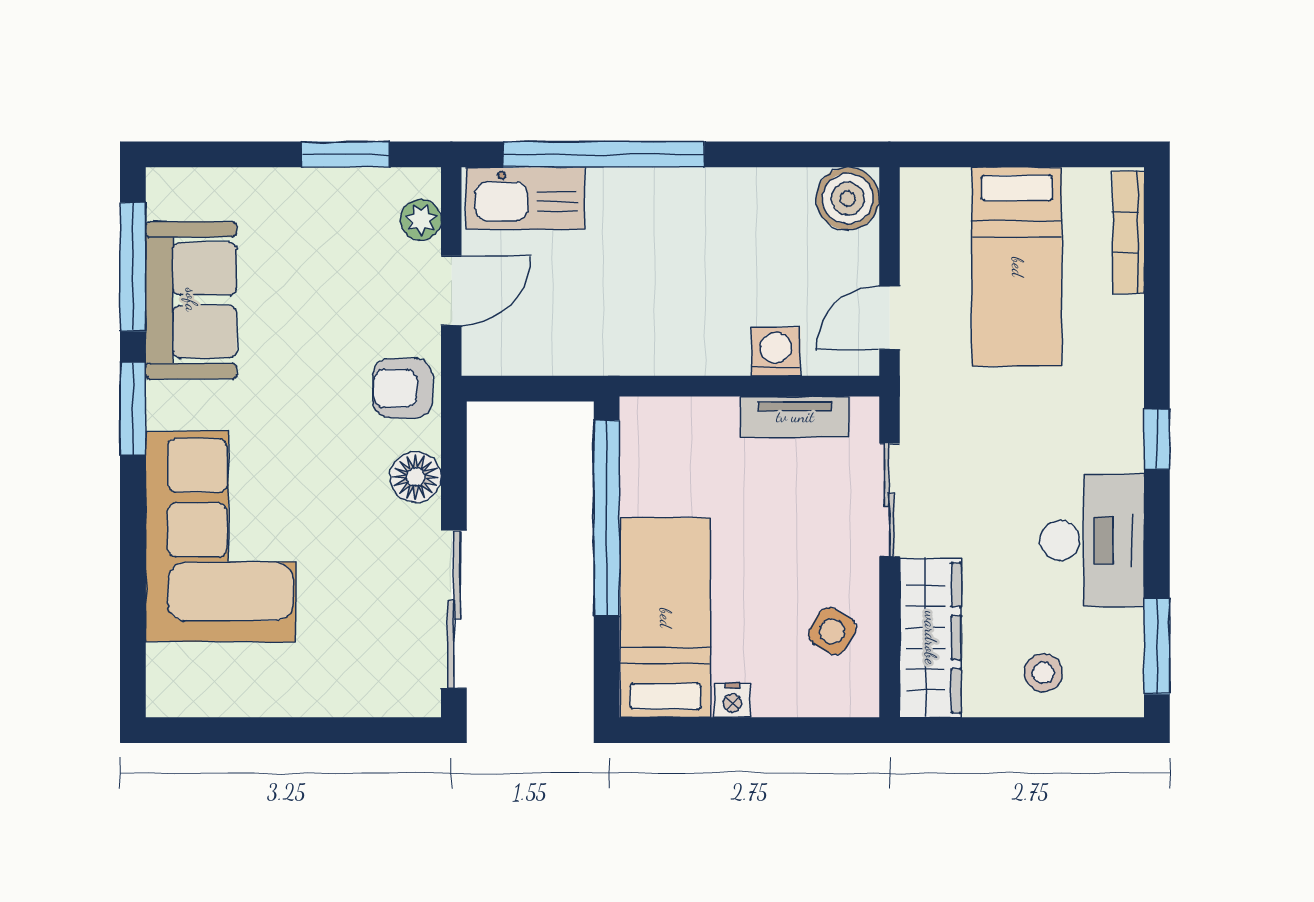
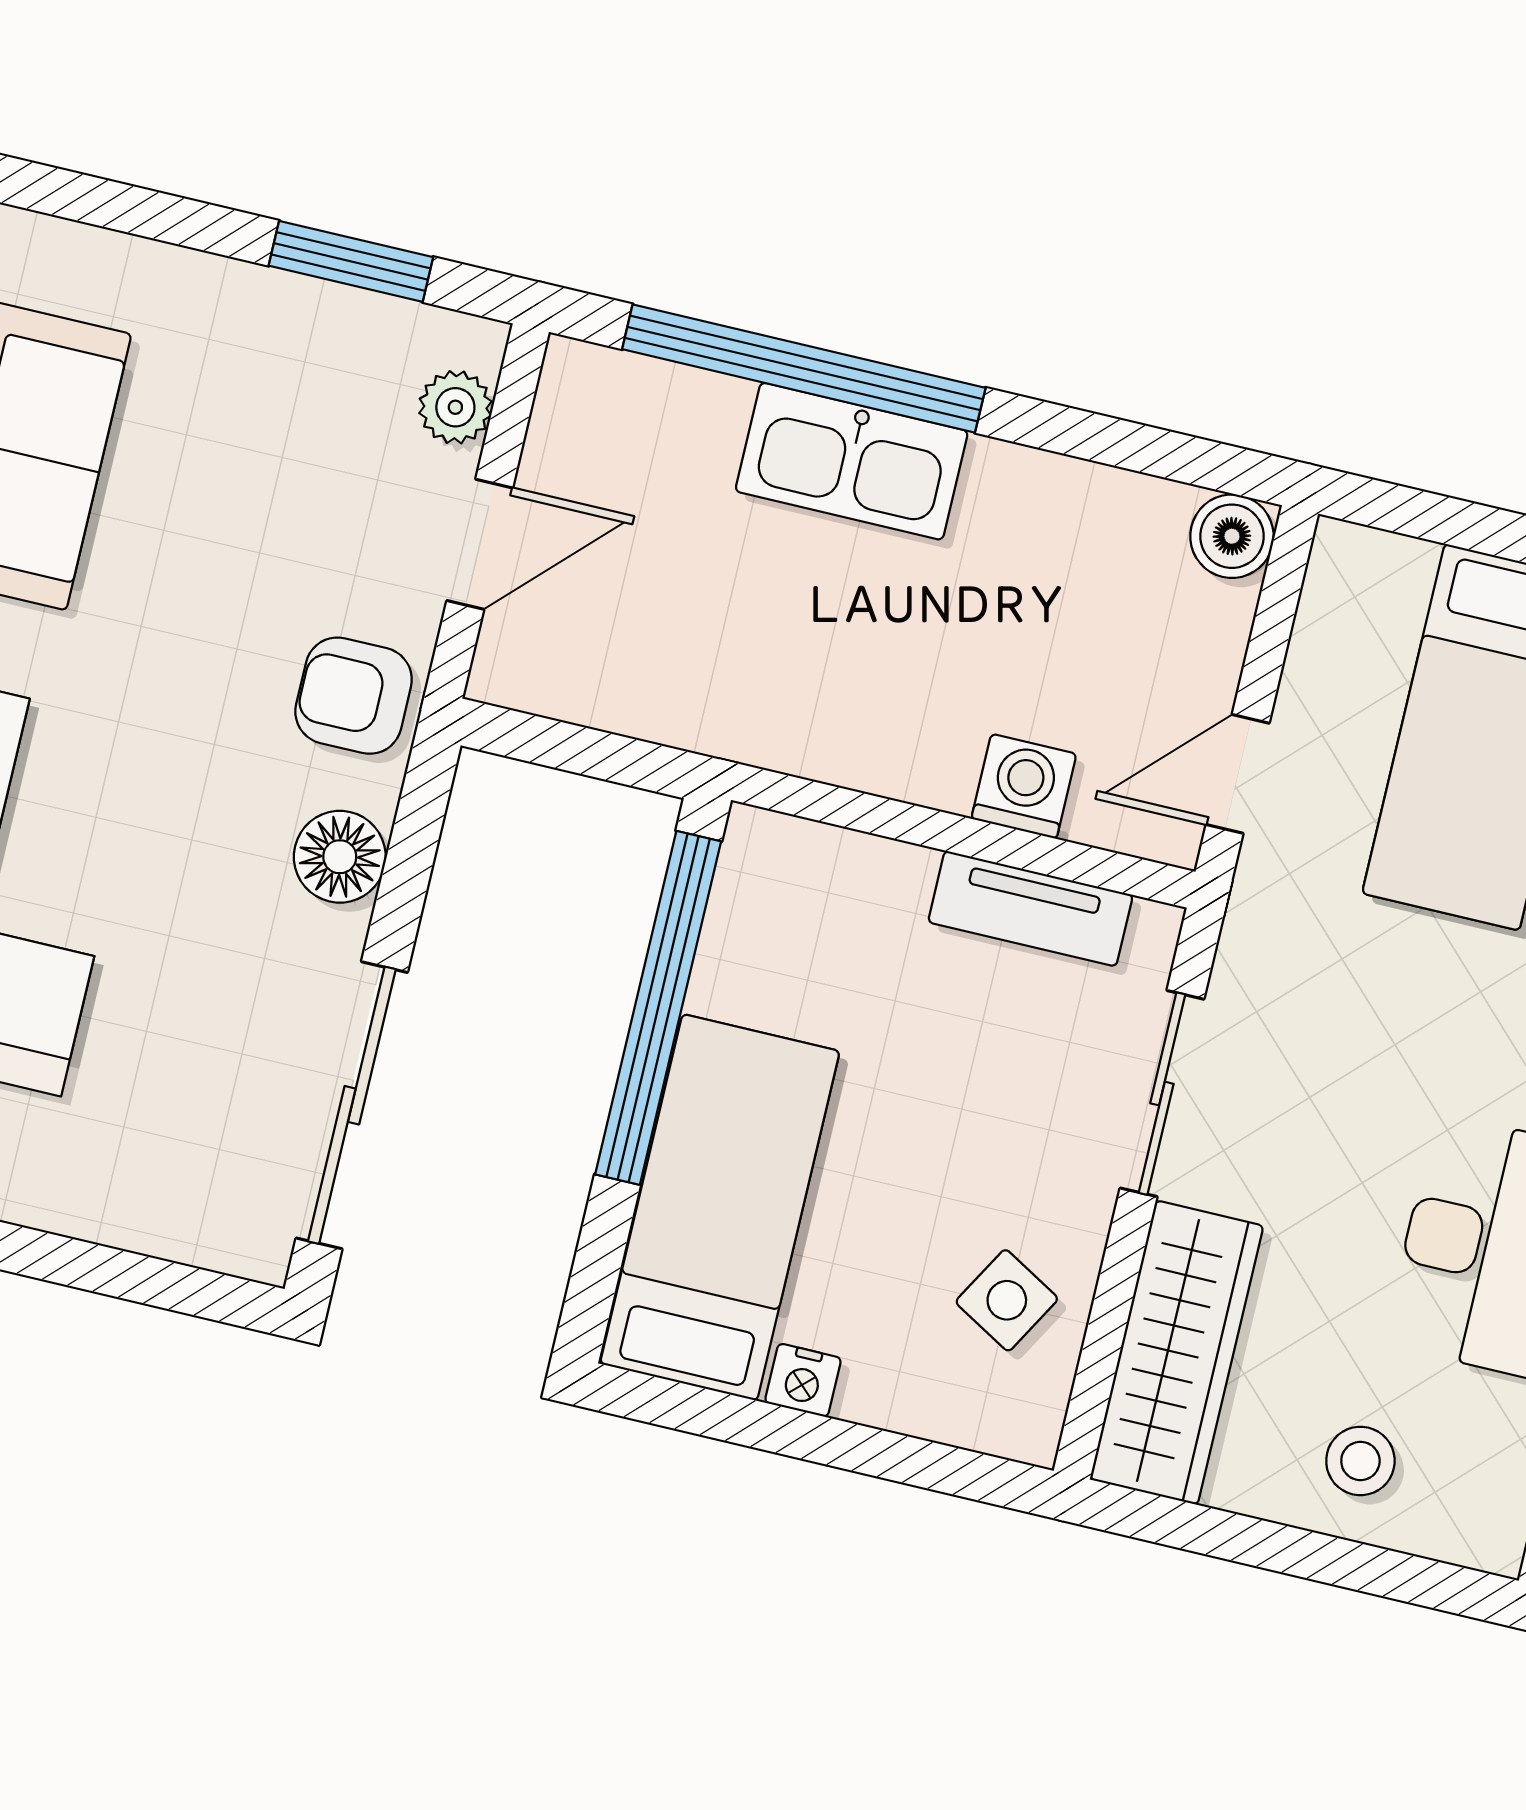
kitchen sink: (525, 198) -> (852, 461), moved
boiler: (848, 199) -> (1232, 536), width x0.73, depth x0.73

